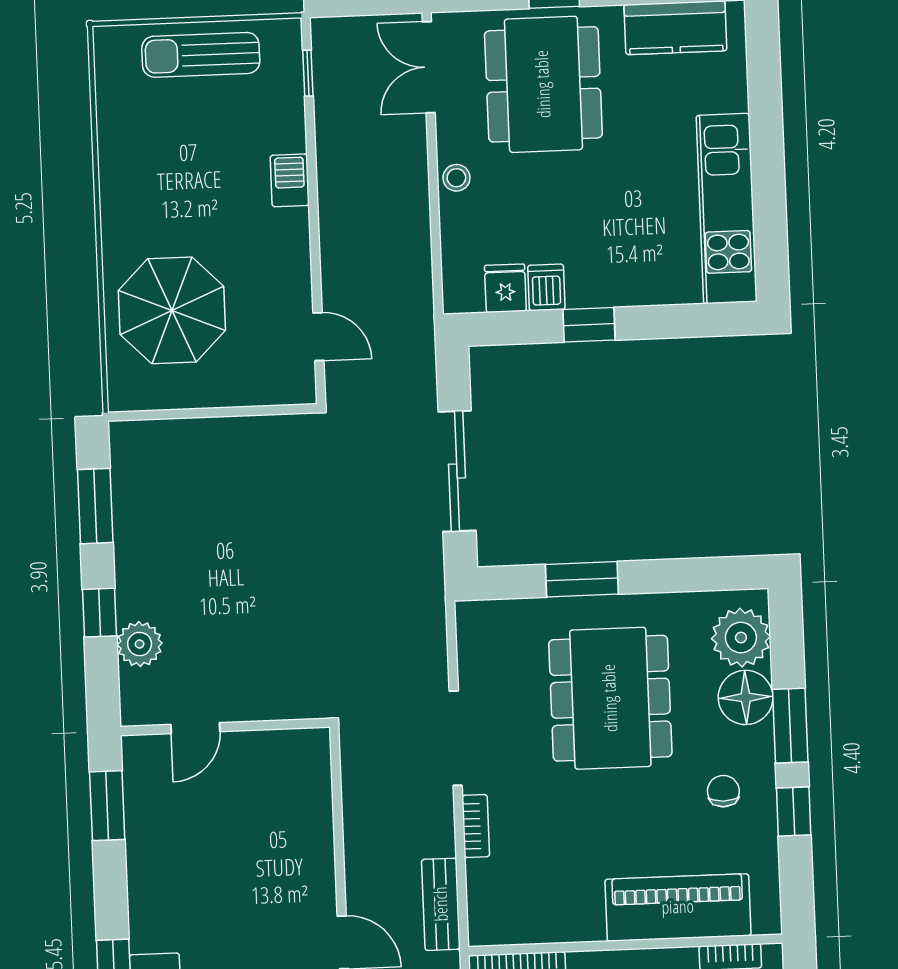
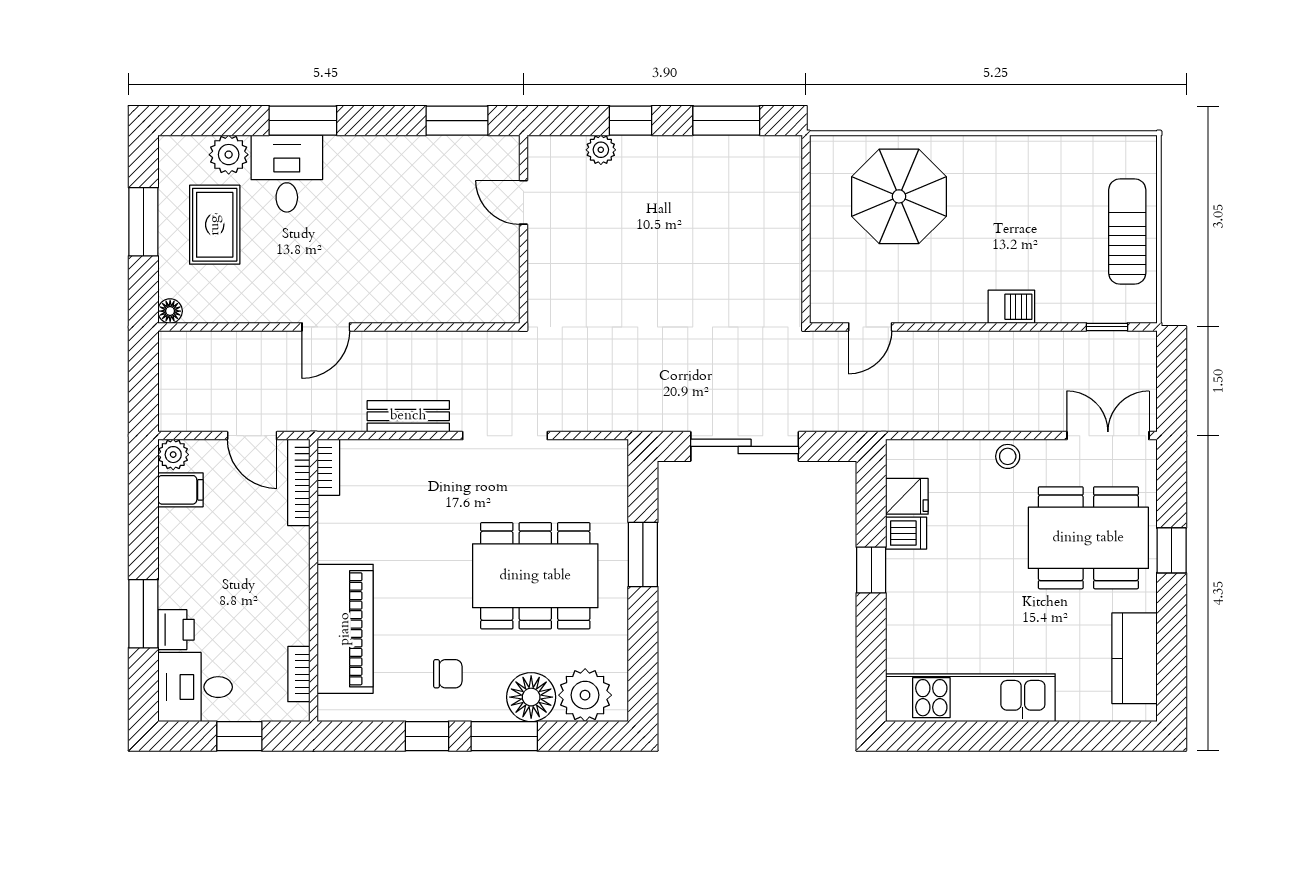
plant: (140, 644) -> (601, 150), width x0.73, depth x0.73
bookcase: (476, 826) -> (328, 467), moved, turned -90
bench: (441, 904) -> (408, 416), moved

